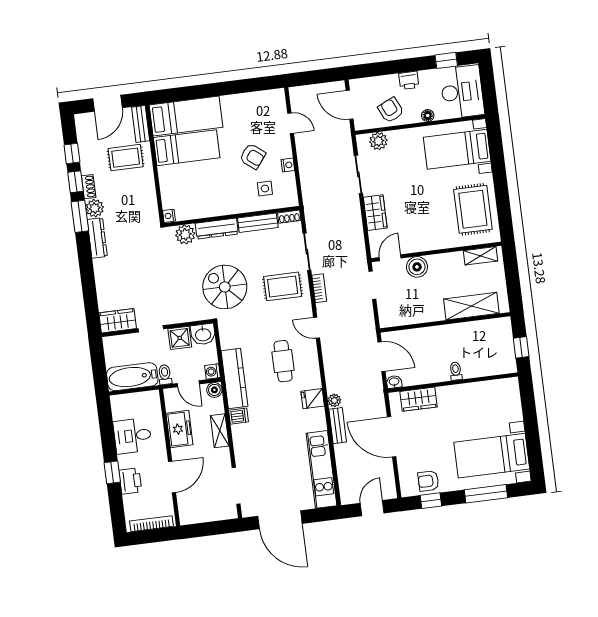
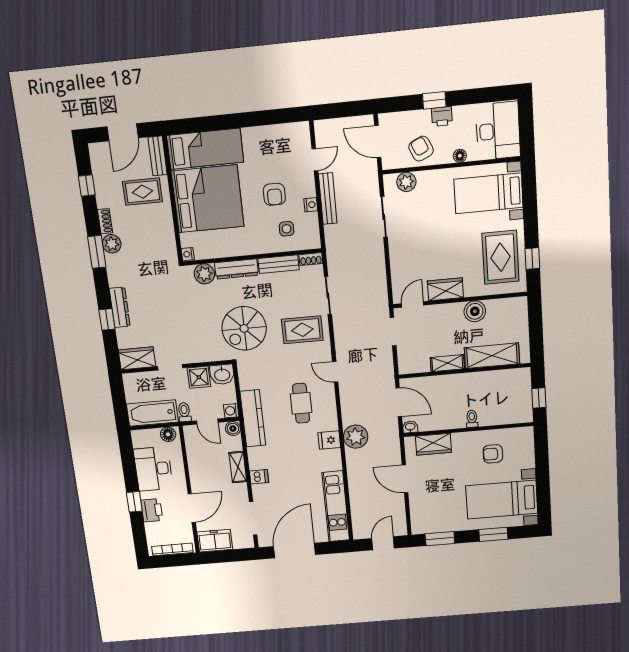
window: (446, 60) -> (434, 100), moved
door: (291, 123) -> (315, 160), hinge flipped
bed: (187, 148) -> (208, 199), width x2.04
armchair: (253, 156) -> (274, 194), turned 52
window: (75, 182) -> (107, 319), moved
window: (504, 209) -> (532, 258), added
wardrobe: (375, 213) -> (445, 289), moved, turned -90
dresser: (97, 238) -> (120, 307), moved
shelving: (480, 256) -> (447, 363), moved
boiler: (417, 267) -> (475, 311), moved
spiral stairs: (225, 287) -> (244, 328), turned -90
bookcase: (319, 288) -> (339, 333), removed
floor lamp: (148, 399) -> (168, 434), added
plant: (334, 400) -> (356, 437), width x1.88, depth x1.88
dishwasher: (239, 416) -> (259, 477), moved
bench: (338, 426) -> (328, 199), moved, width x1.36
freezer: (179, 429) -> (215, 541), moved, turned -90
desk: (132, 436) -> (153, 469), width x1.37
door: (392, 437) -> (405, 479), width x0.73
armchair: (428, 481) -> (493, 454), moved
window: (486, 494) -> (493, 534), width x0.69
window: (431, 501) -> (440, 539), width x1.50
door: (280, 520) -> (295, 551), swing flipped

